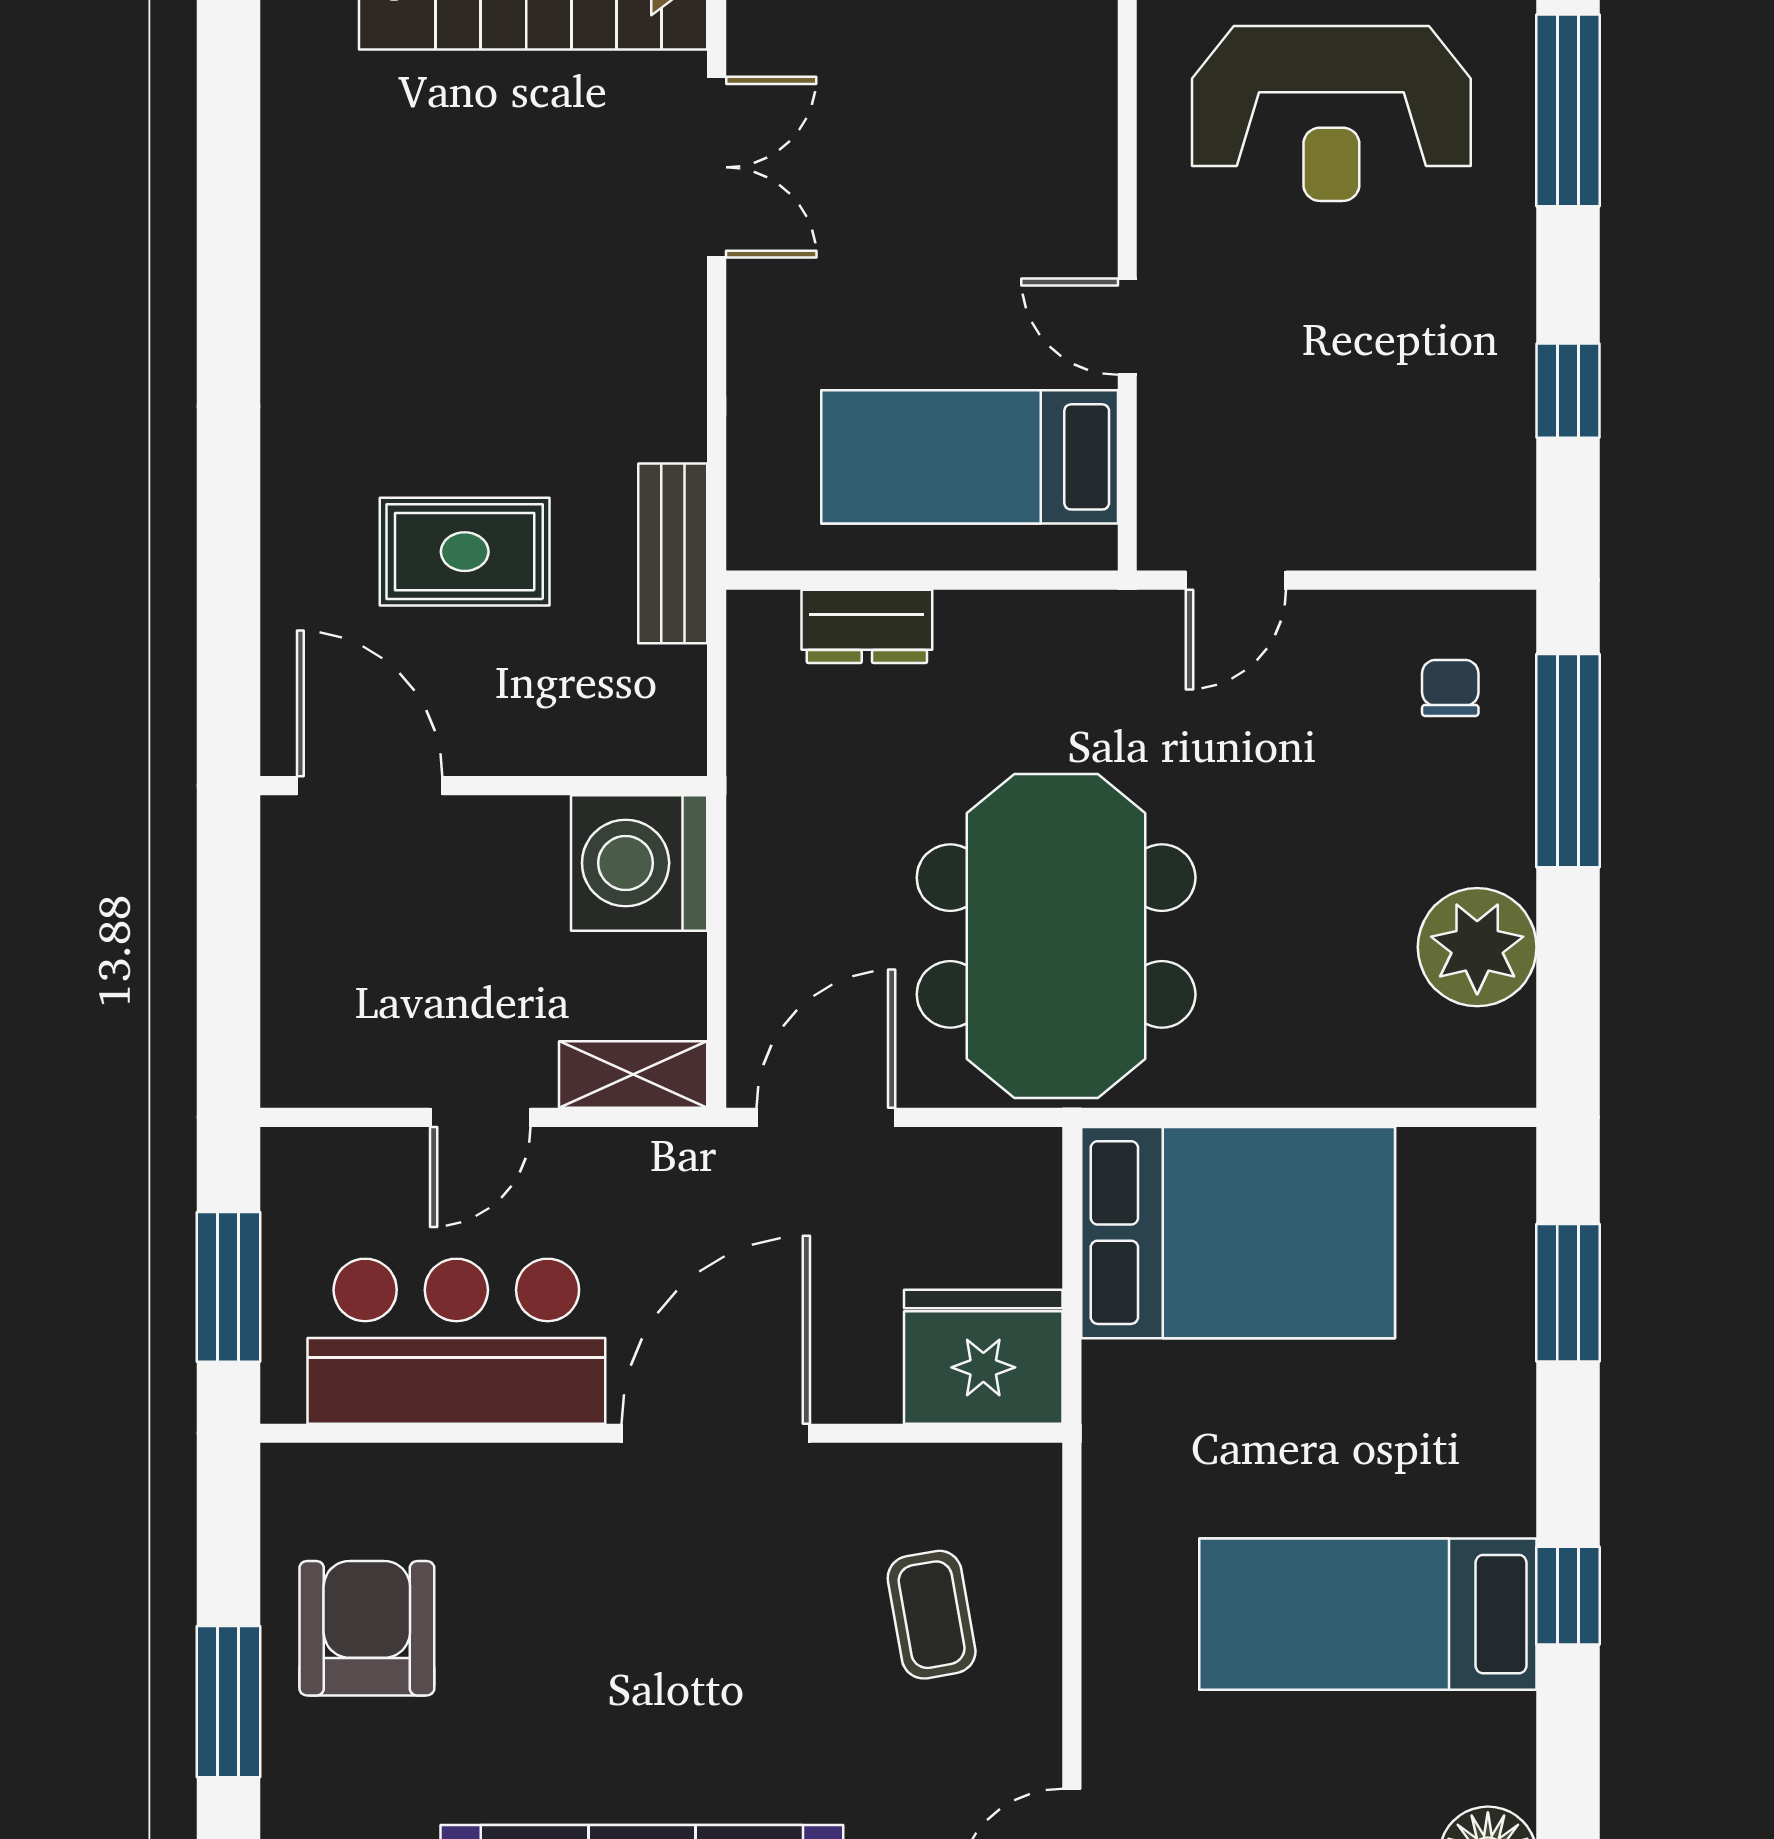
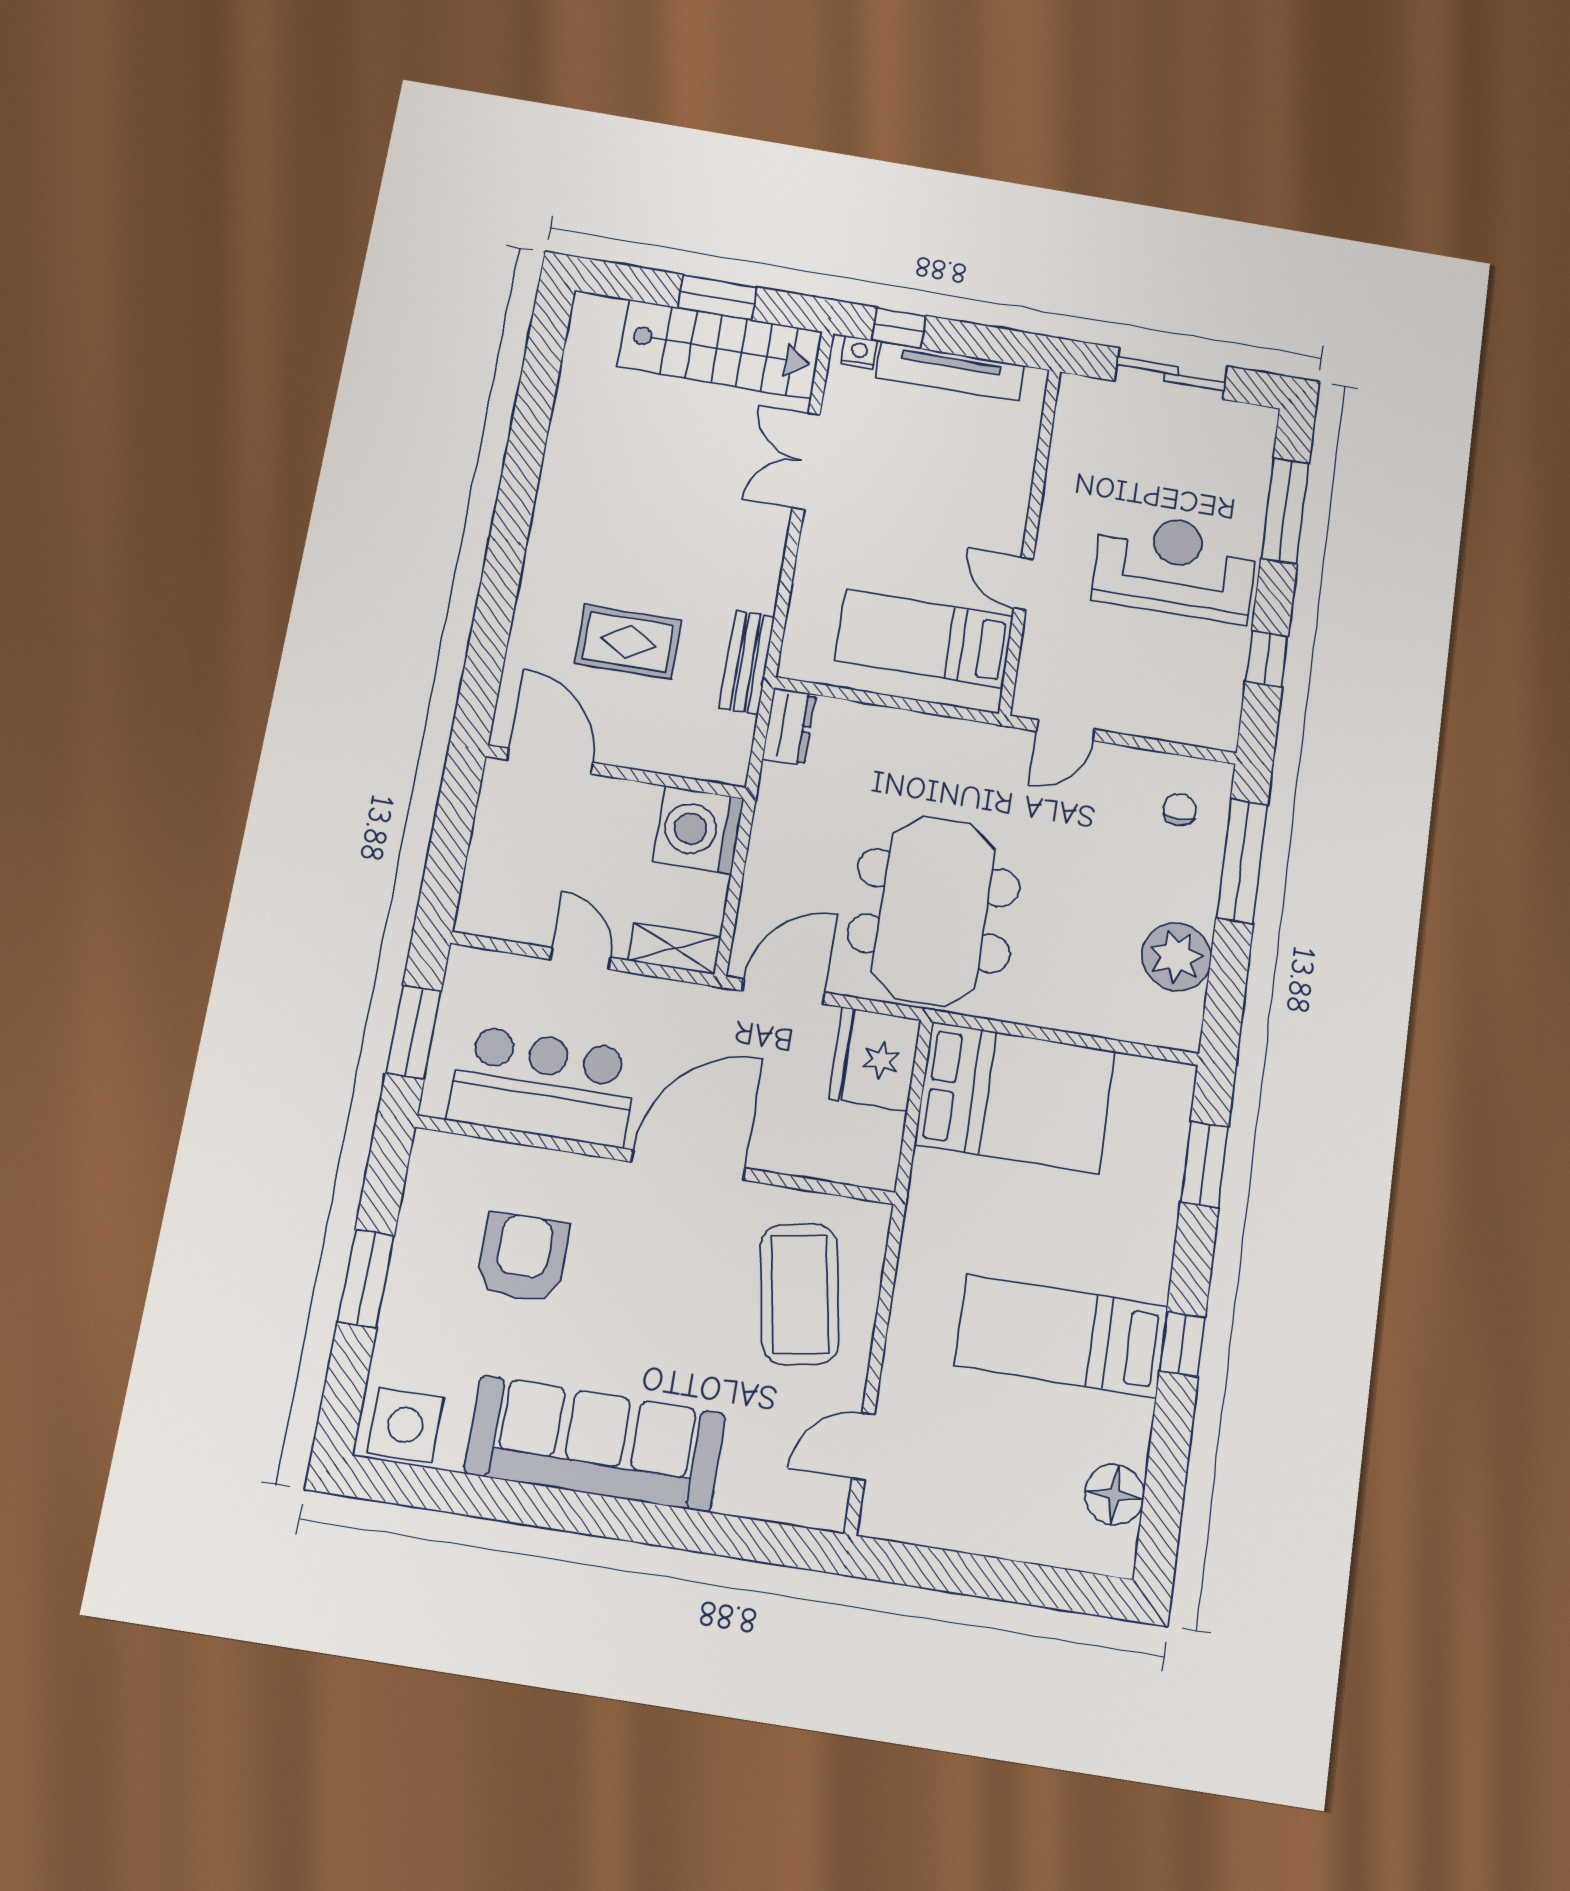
reception desk: (1331, 114) -> (1175, 567), moved, turned 180
double door: (717, 167) -> (806, 461), swing flipped
dresser: (867, 626) -> (789, 727), moved, turned -90
door: (480, 1117) -> (581, 959), swing flipped
fridge: (983, 1357) -> (875, 1059), moved, turned -90
coffee table: (932, 1615) -> (800, 1294), width x1.86, depth x1.72
armchair: (367, 1628) -> (523, 1258), moved

